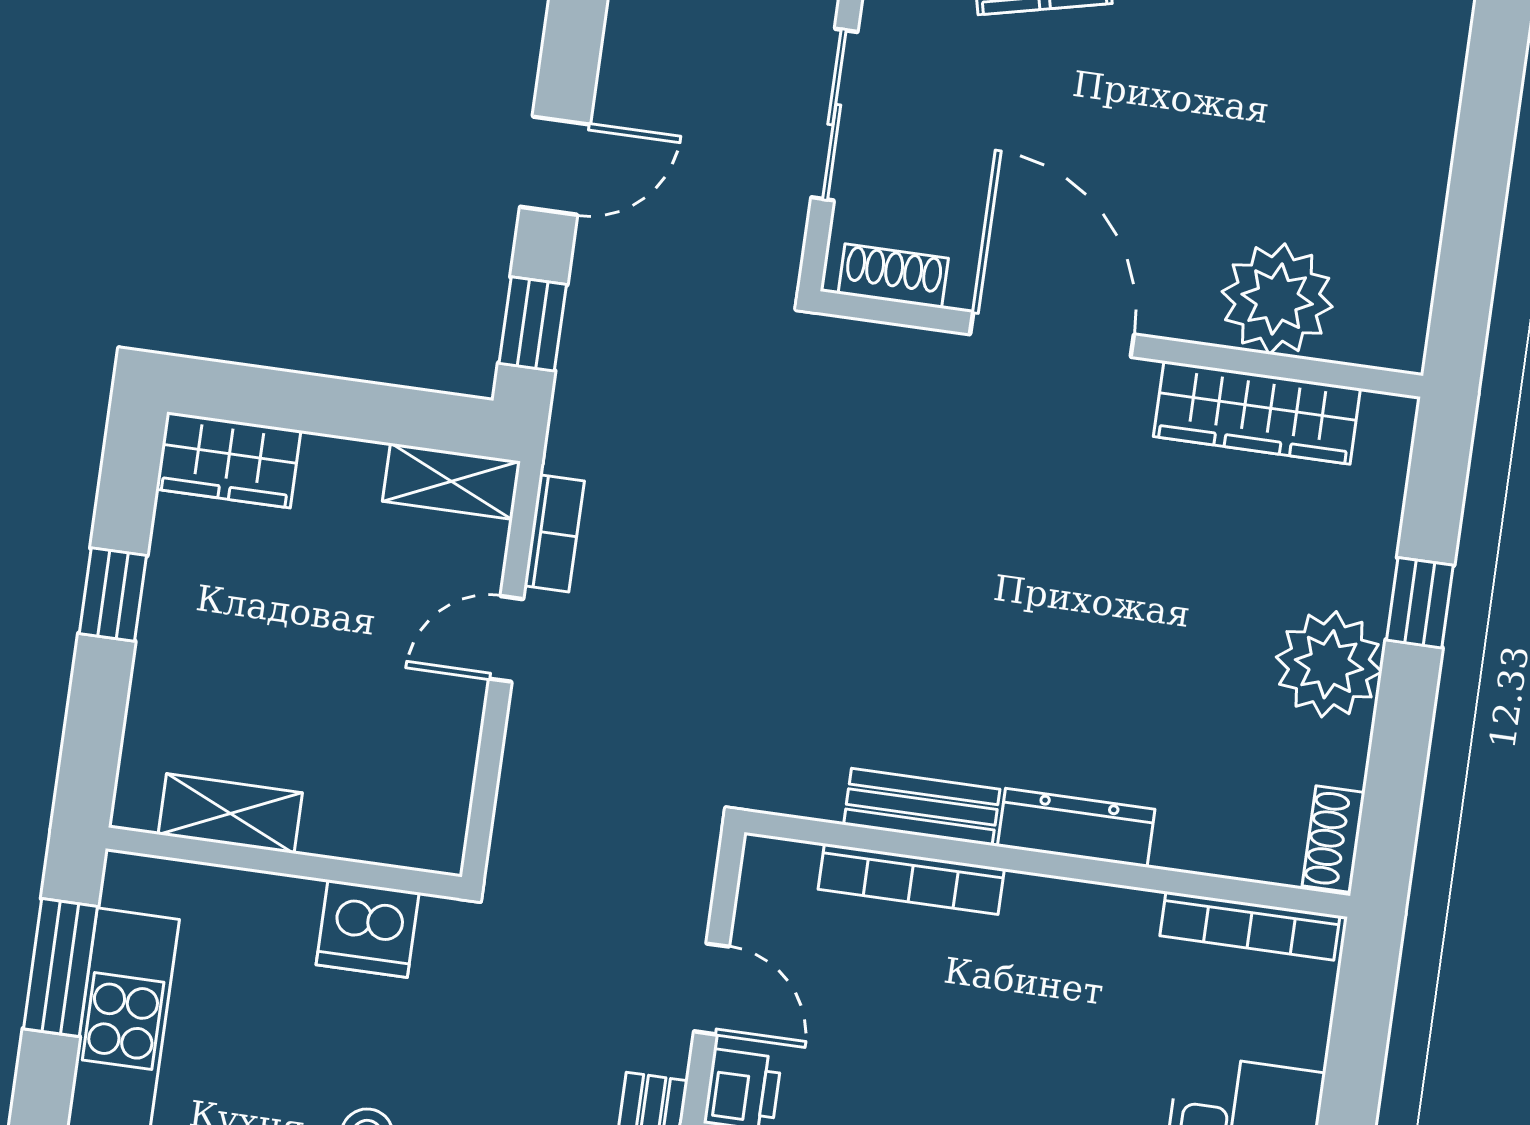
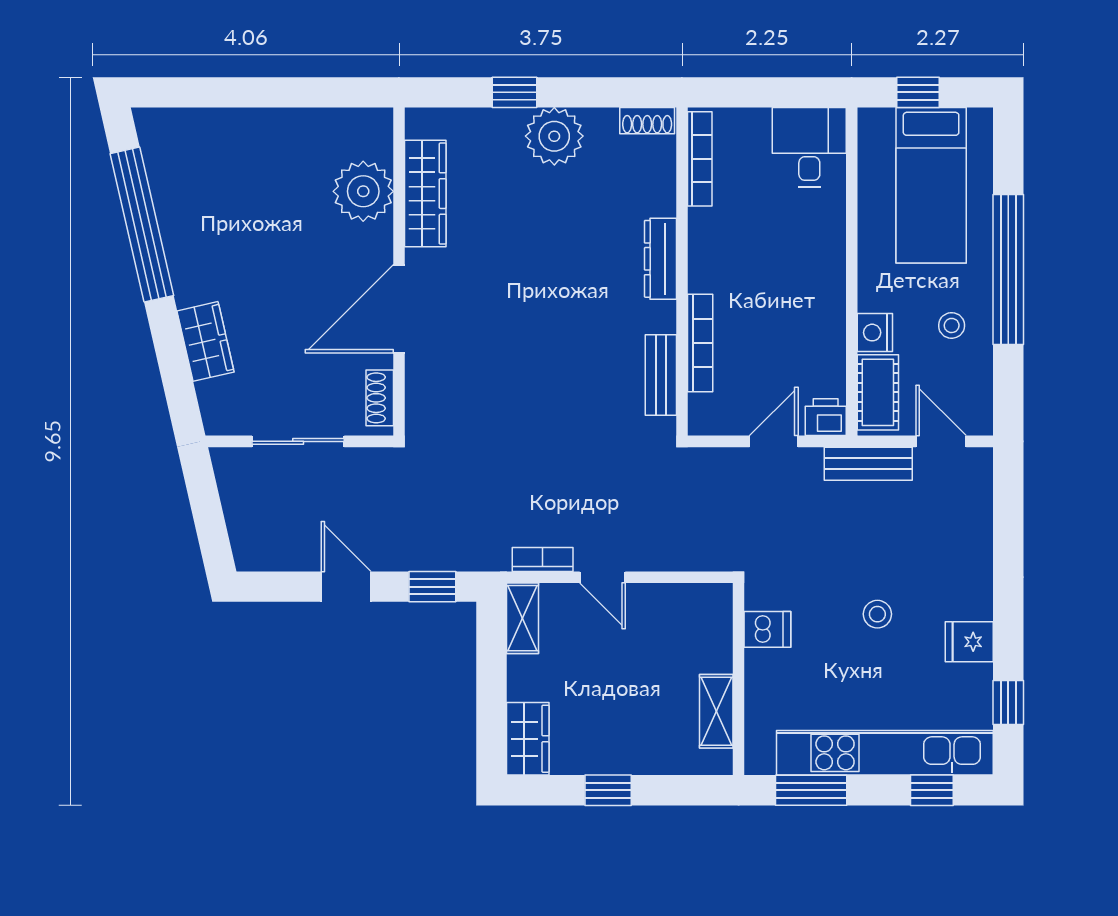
bench: (922, 807) -> (661, 375), moved
dishwasher: (368, 929) -> (767, 629), width x0.73

